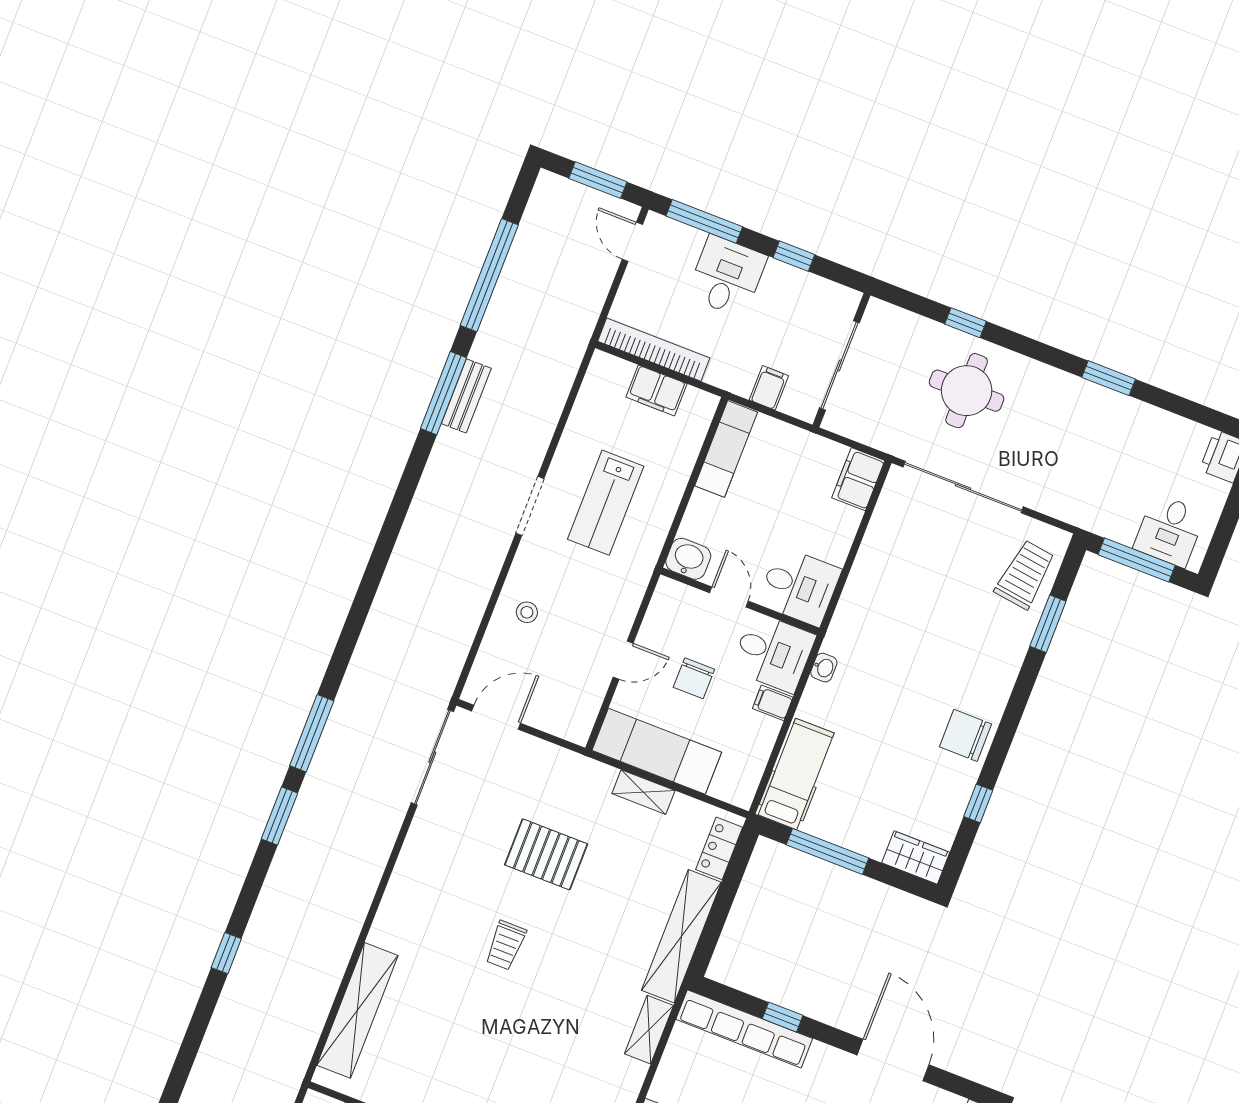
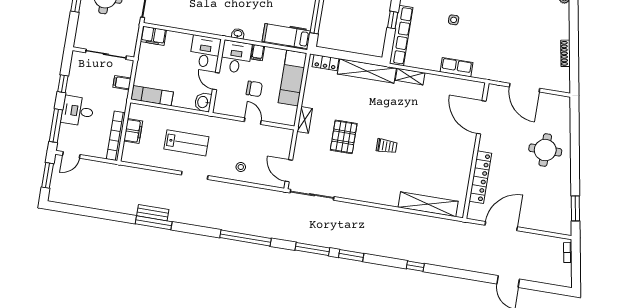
window: (489, 275) -> (245, 238), moved
door: (729, 597) -> (216, 81), hinge flipped
exam couch: (657, 751) -> (293, 78), moved
shelving: (643, 792) -> (305, 120), moved

